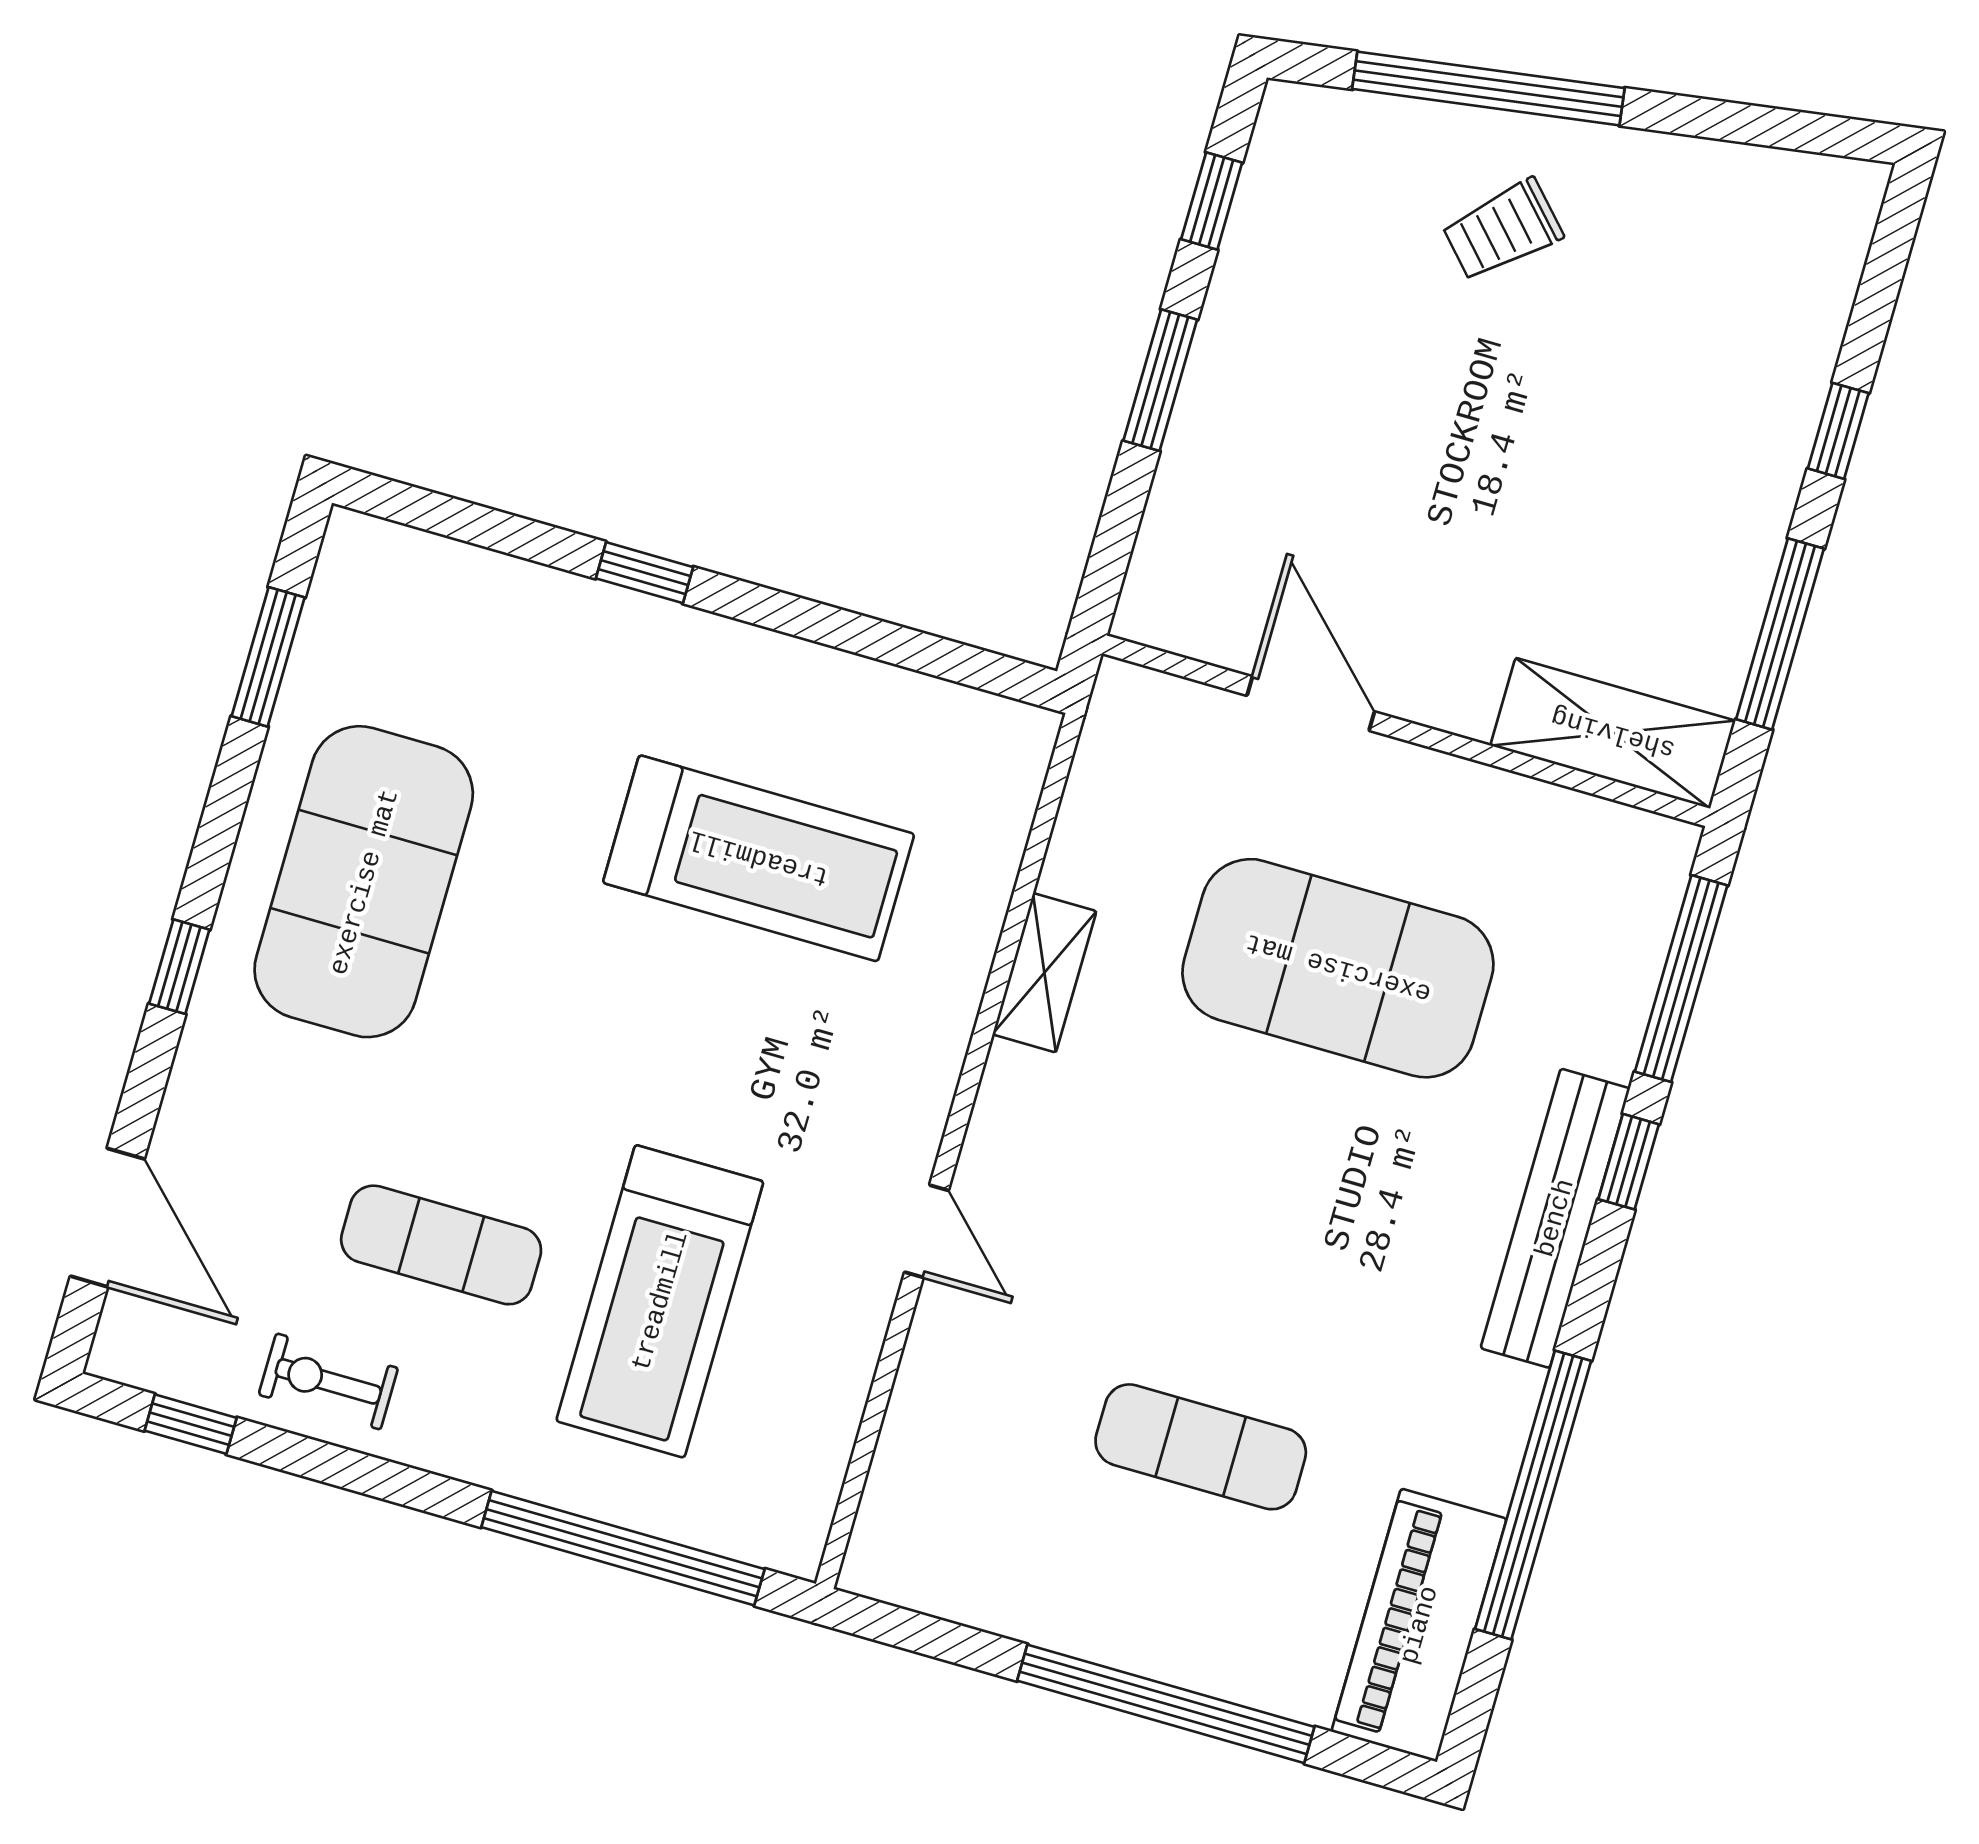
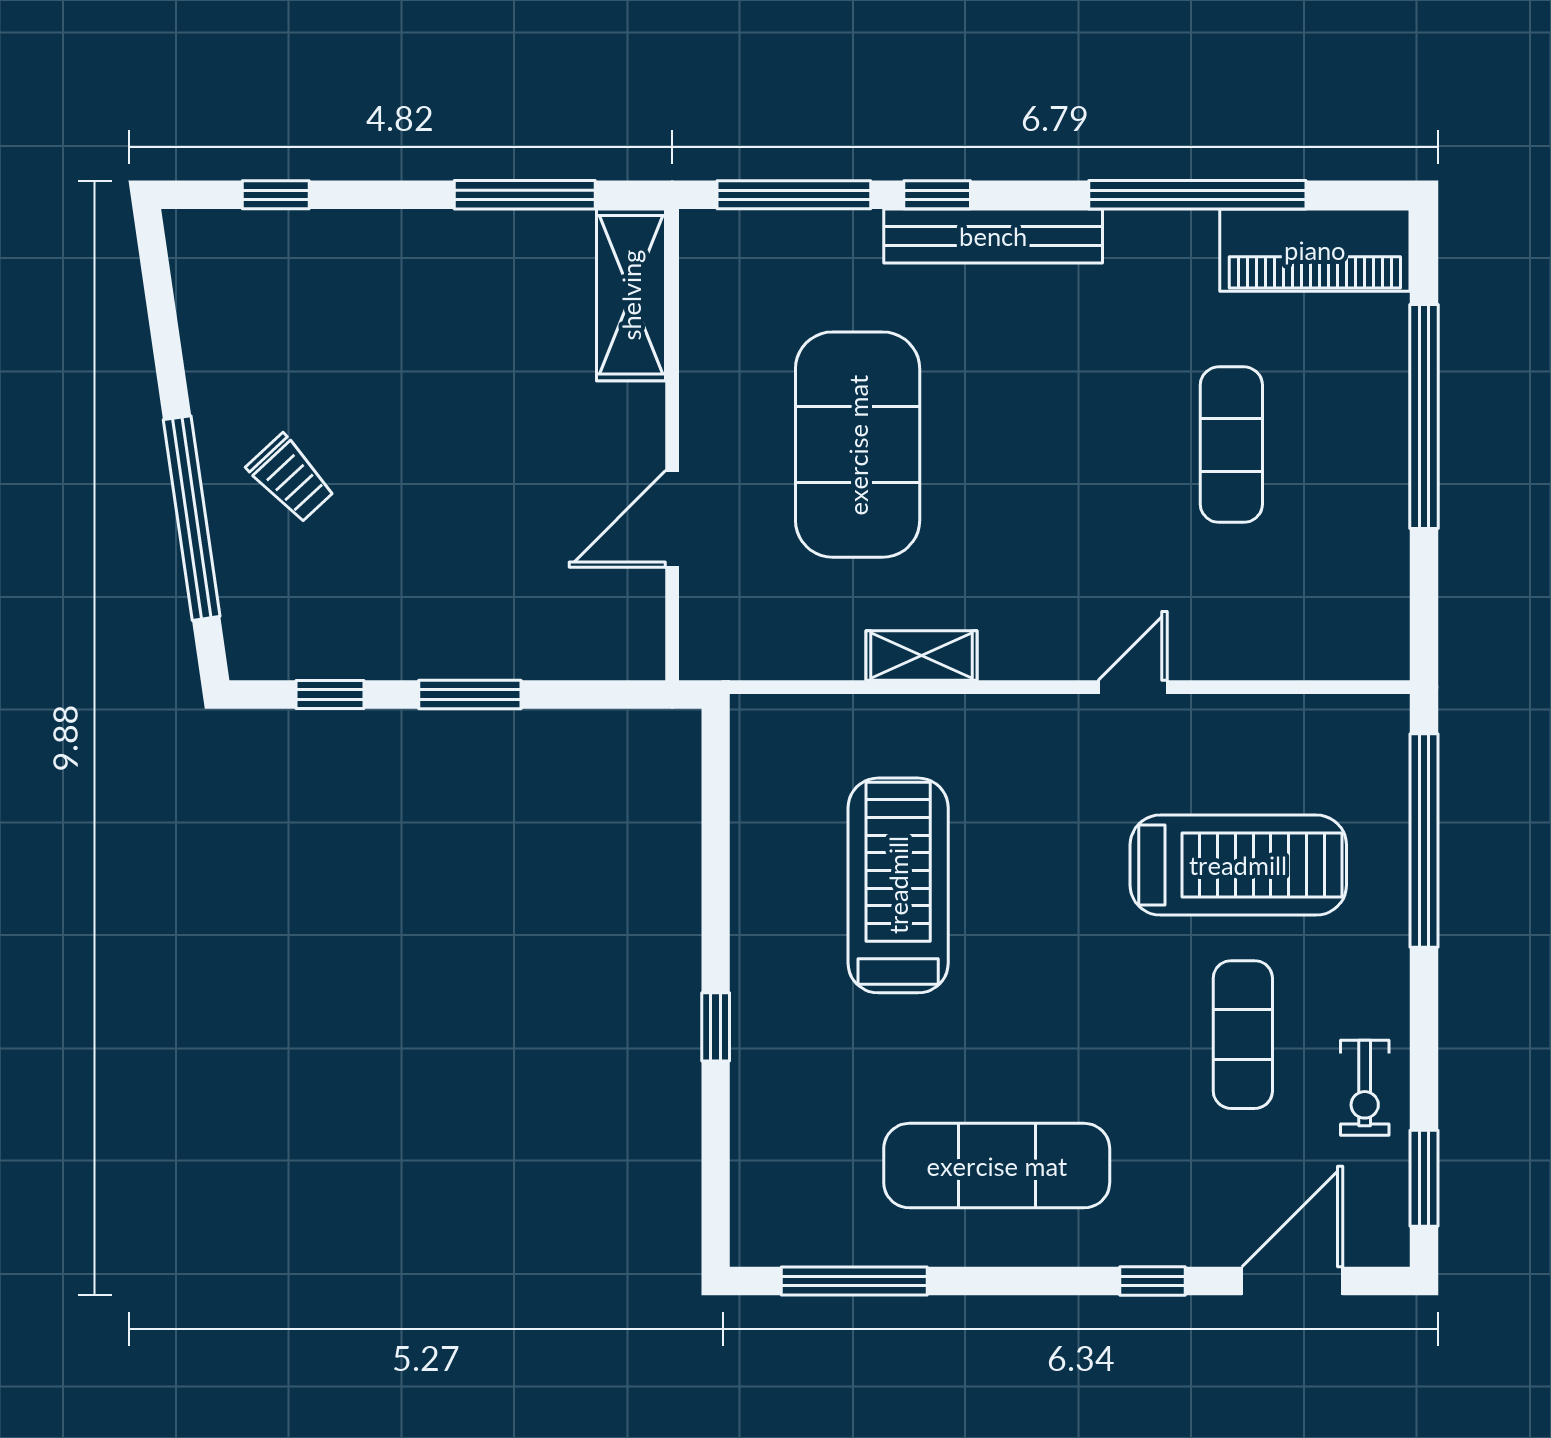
window: (1838, 431) -> (276, 195), moved
window: (268, 657) -> (854, 1281), width x1.44
exercise mat: (364, 882) -> (997, 1166), width x0.68
window: (179, 967) -> (1152, 1281), moved
window: (191, 1424) -> (1424, 1178), width x1.50

